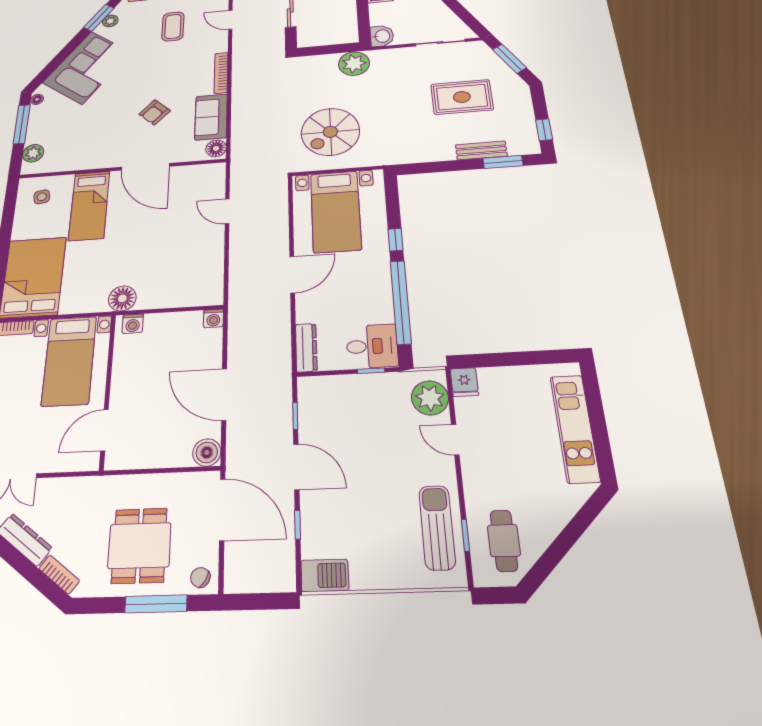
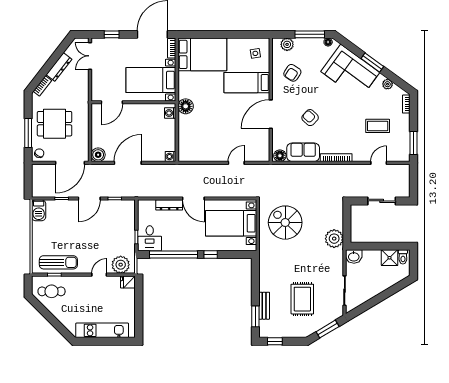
window: (99, 18) -> (372, 62), moved
armchair: (80, 142) -> (292, 73), added
dresser: (306, 348) -> (169, 205), moved
door: (104, 430) -> (112, 102), swing flipped

